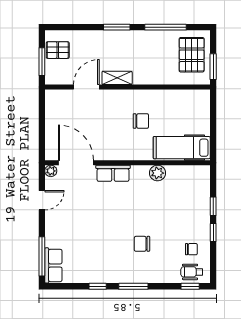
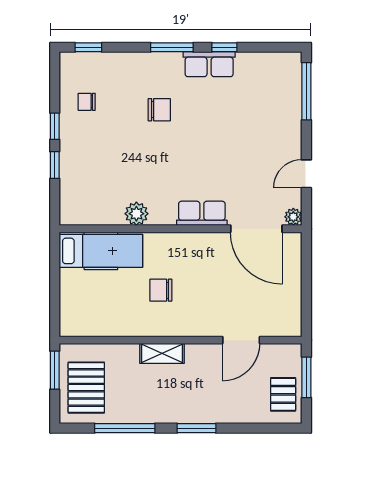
pallet: (58, 50) -> (283, 394), turned 90
shelving: (117, 78) -> (162, 353), moved
row of seats: (53, 265) -> (209, 64), moved, turned -90
wheelchair: (192, 272) -> (86, 68), removed

